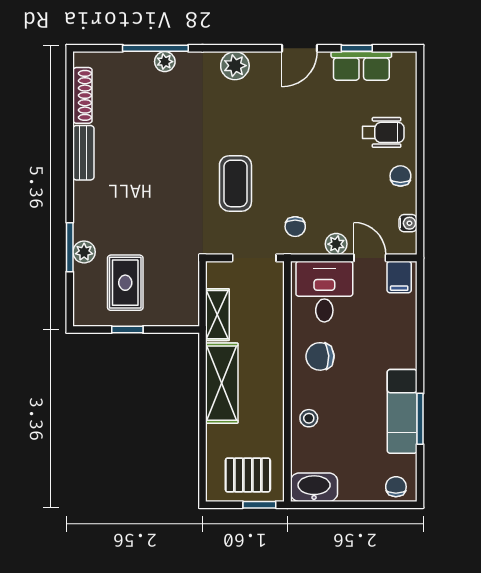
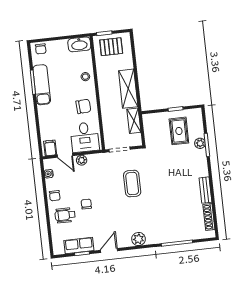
plant: (165, 62) -> (172, 237), removed
chair: (295, 227) -> (86, 204), moved

